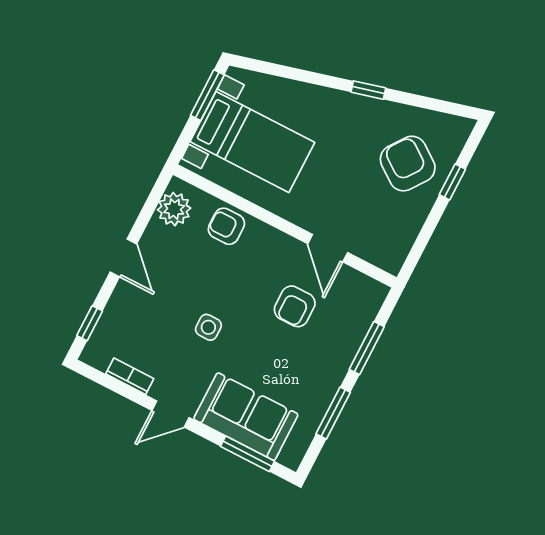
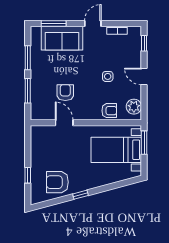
window: (207, 95) -> (144, 143), moved
armchair: (408, 164) -> (57, 182), moved, turned 144
side table: (208, 327) -> (108, 76), moved

